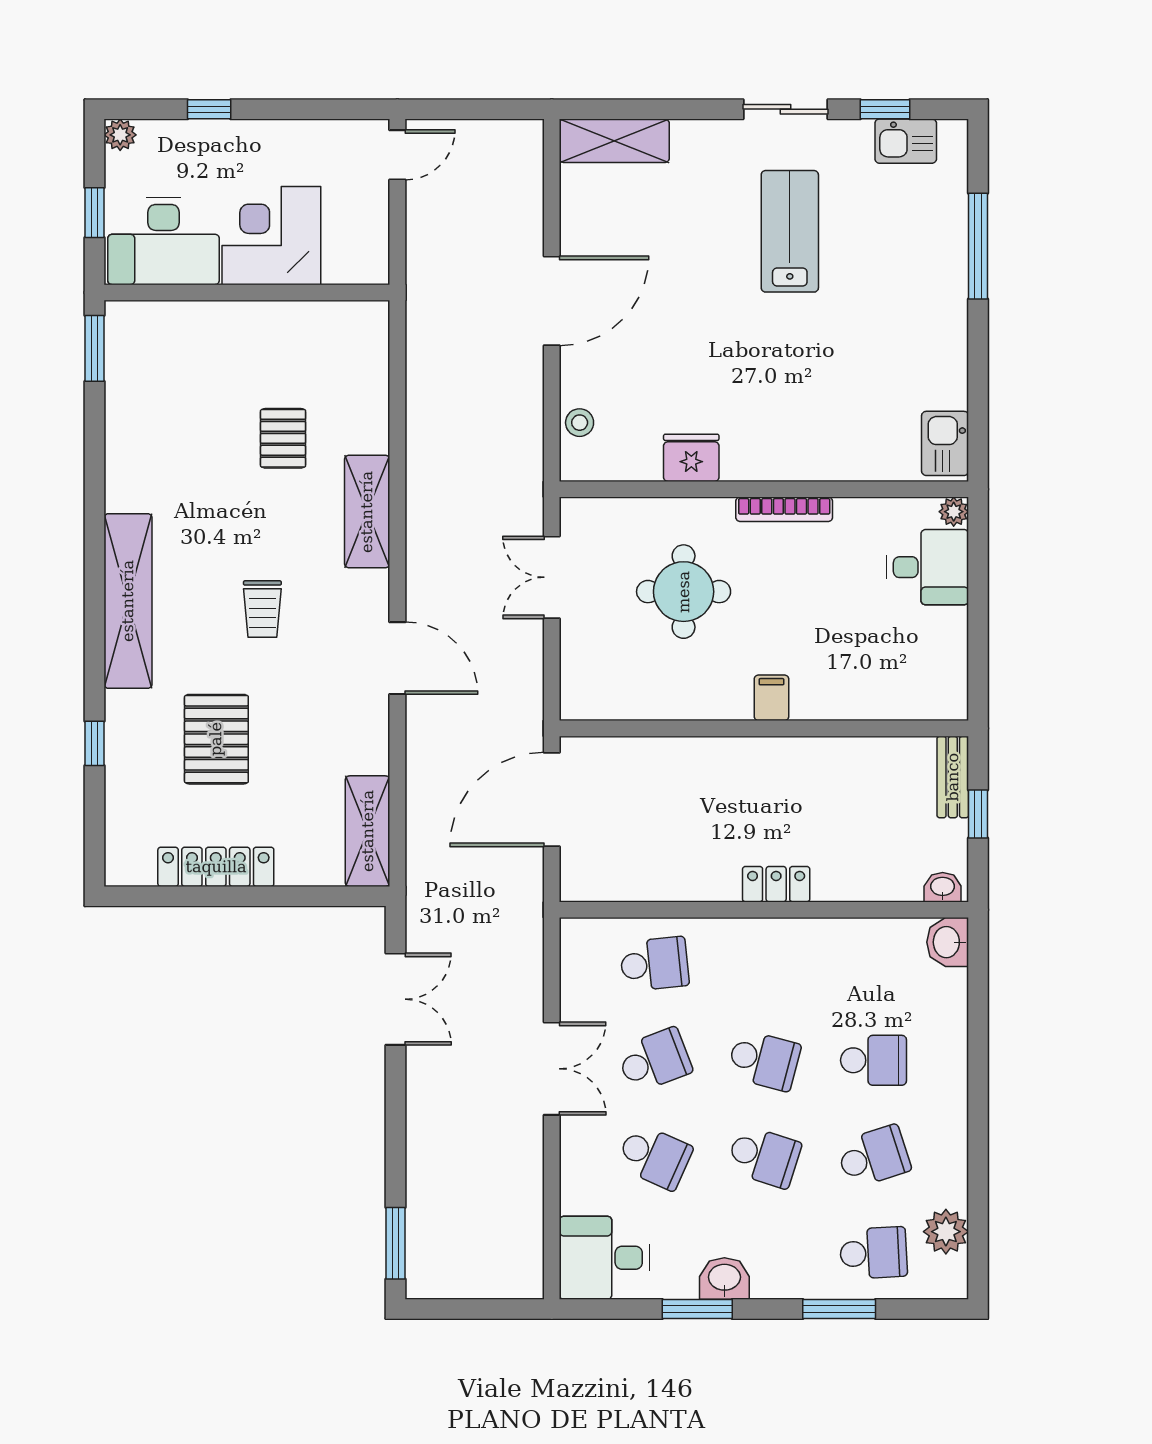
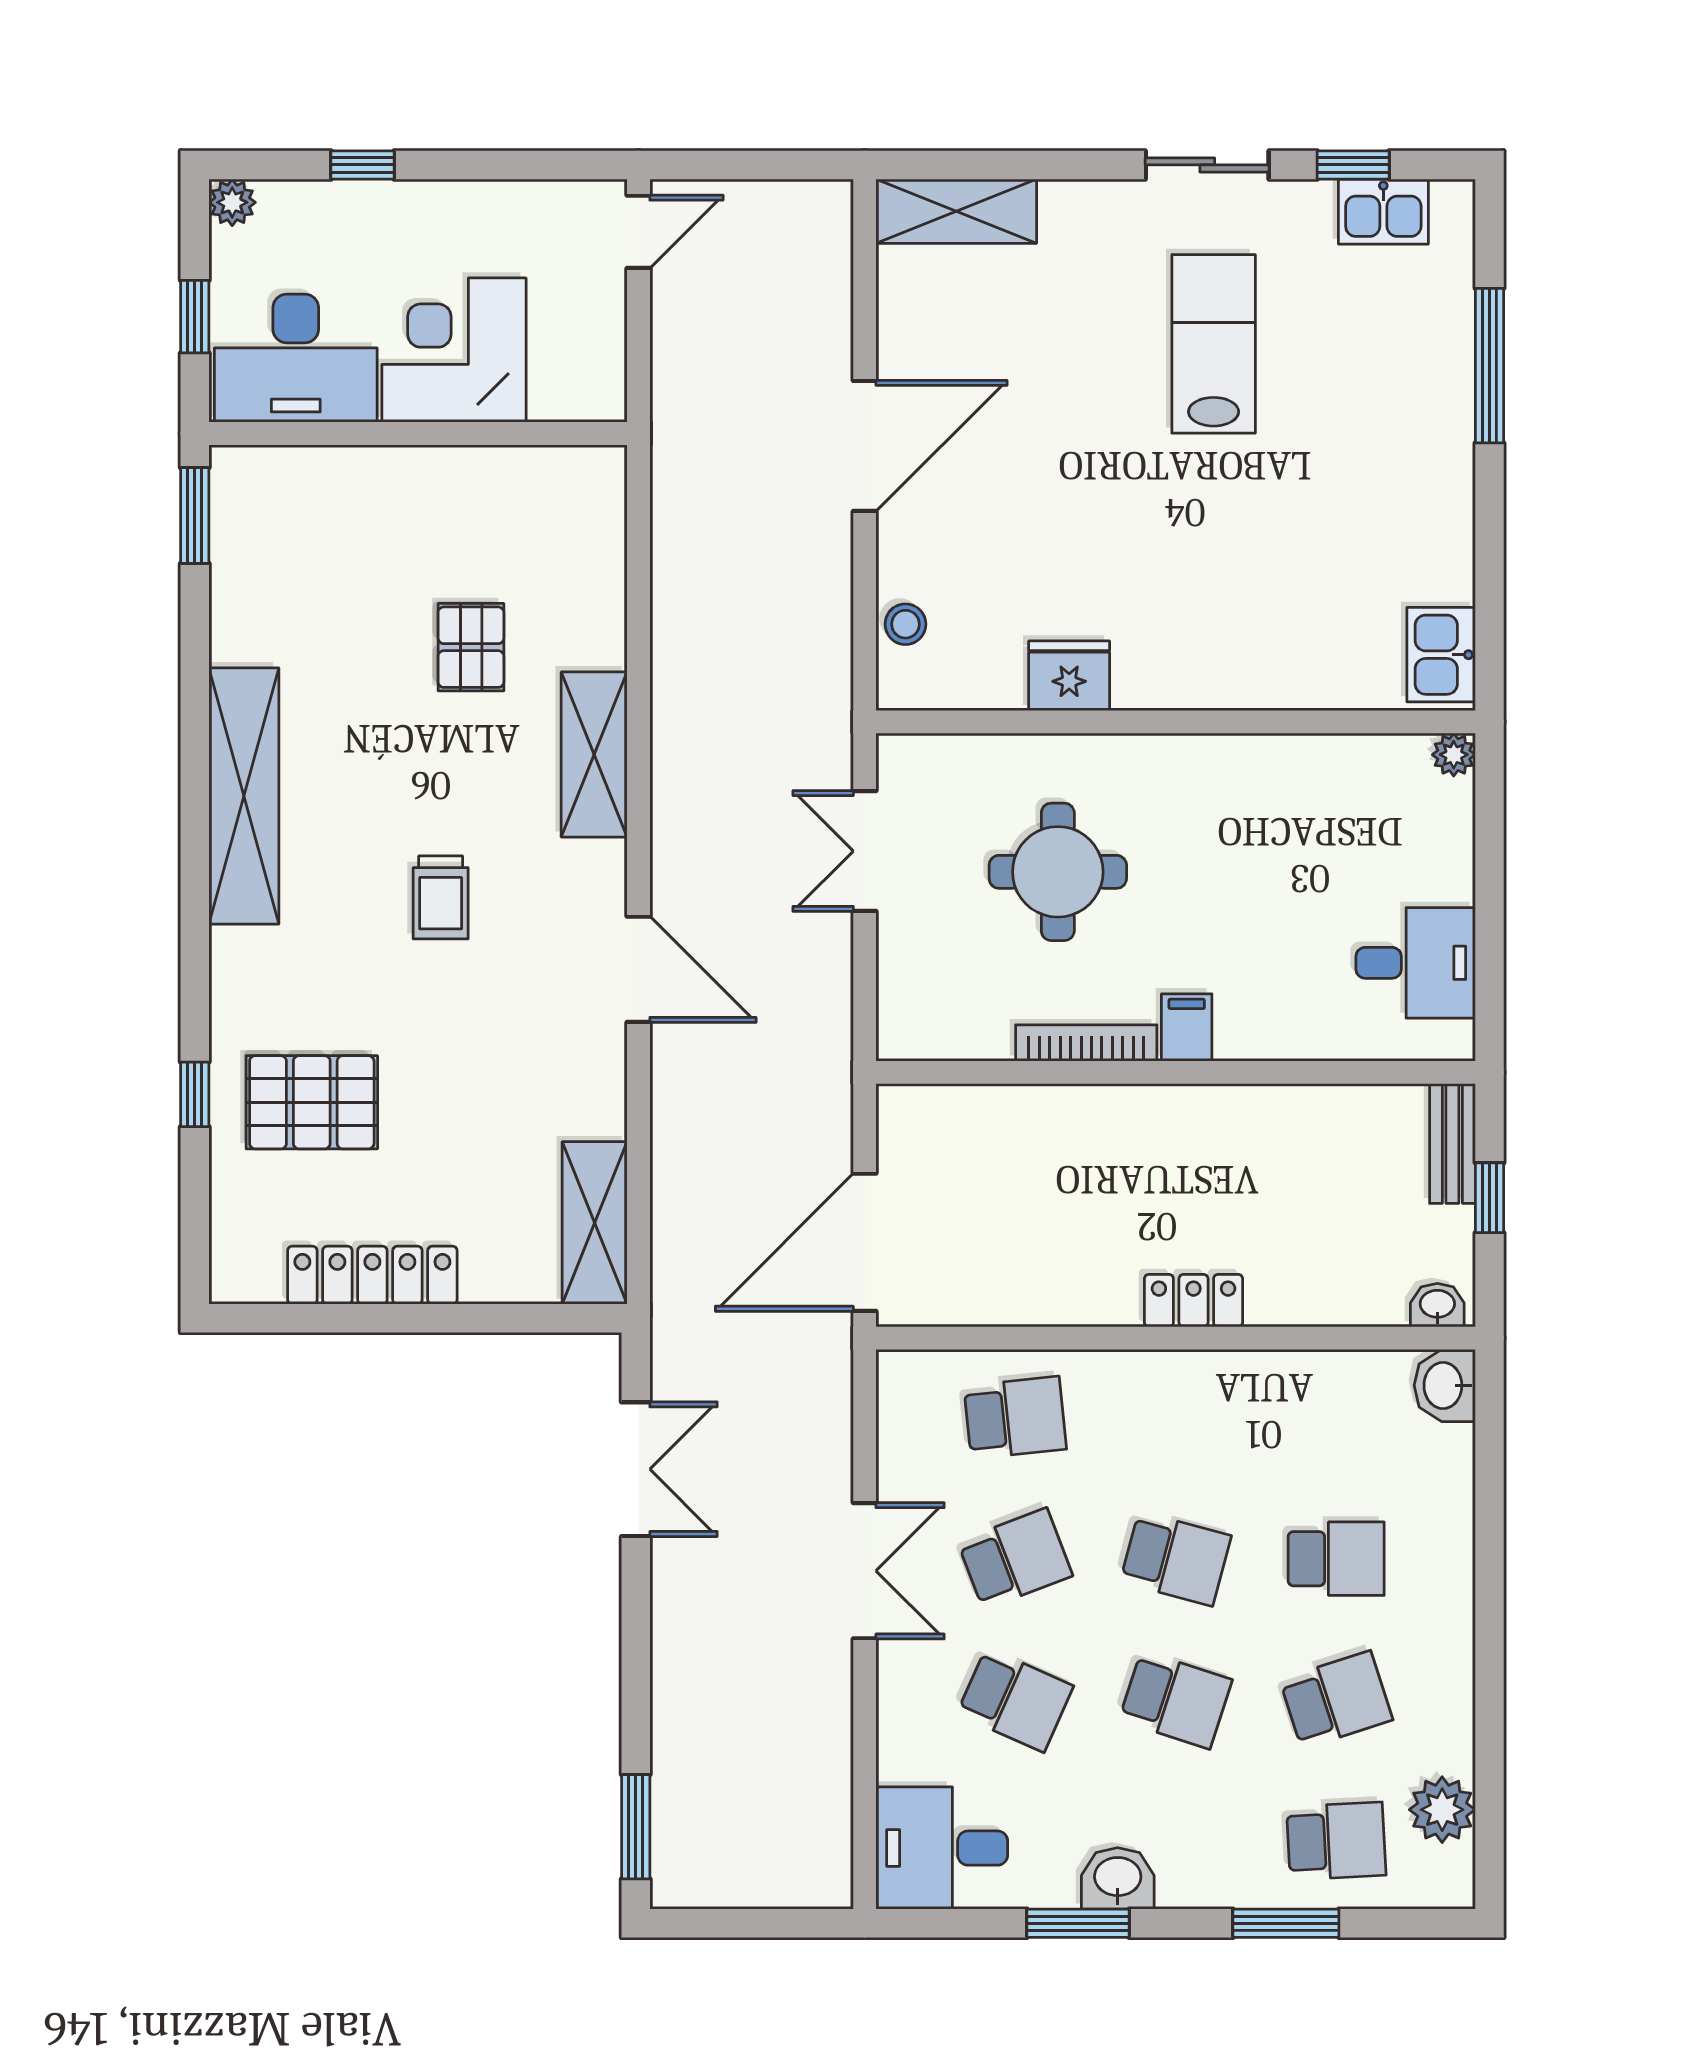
bookcase: (784, 509) -> (1086, 1043), moved, turned 180
desk: (928, 567) -> (1416, 963), moved
shelving: (128, 601) -> (244, 796), moved
pallet: (216, 739) -> (312, 1102), moved, turned 90
door: (552, 800) -> (865, 1242), moved

